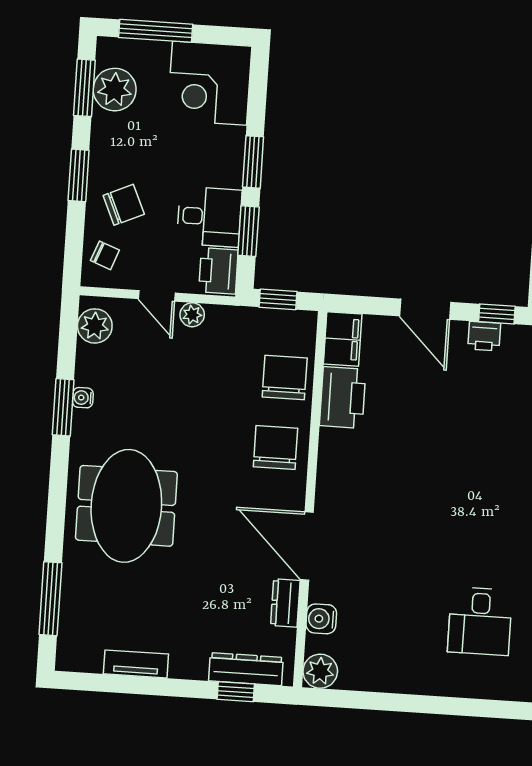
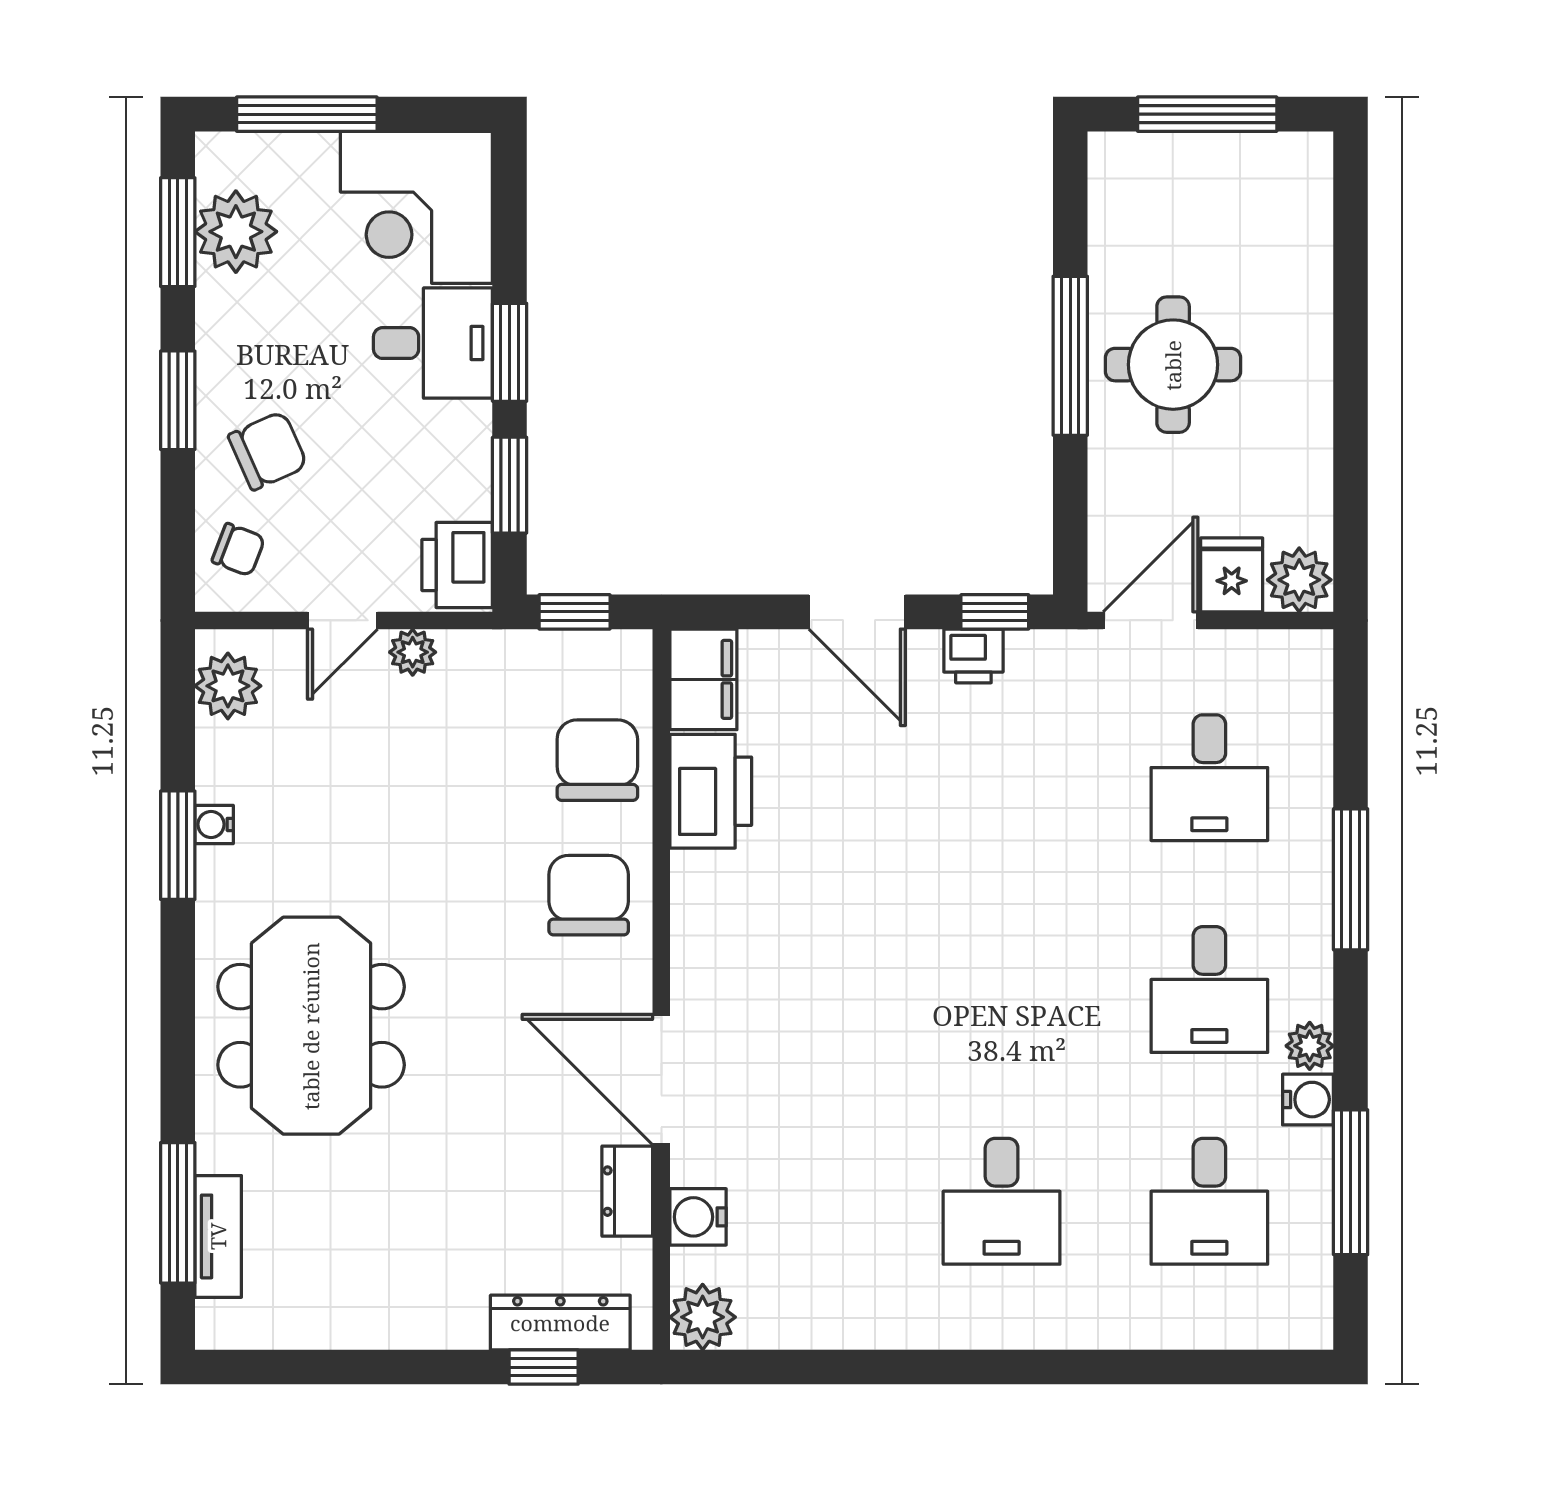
desk: (209, 217) -> (433, 343), moved
door: (157, 296) -> (343, 620), hinge flipped
tv unit: (136, 664) -> (218, 1236), moved, turned 90

